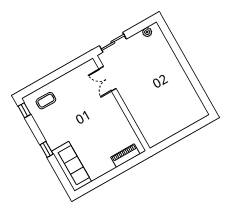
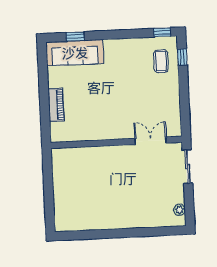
window: (35, 87) -> (182, 57), added
window: (47, 149) -> (75, 36), moved
piano: (125, 156) -> (56, 105), moved

